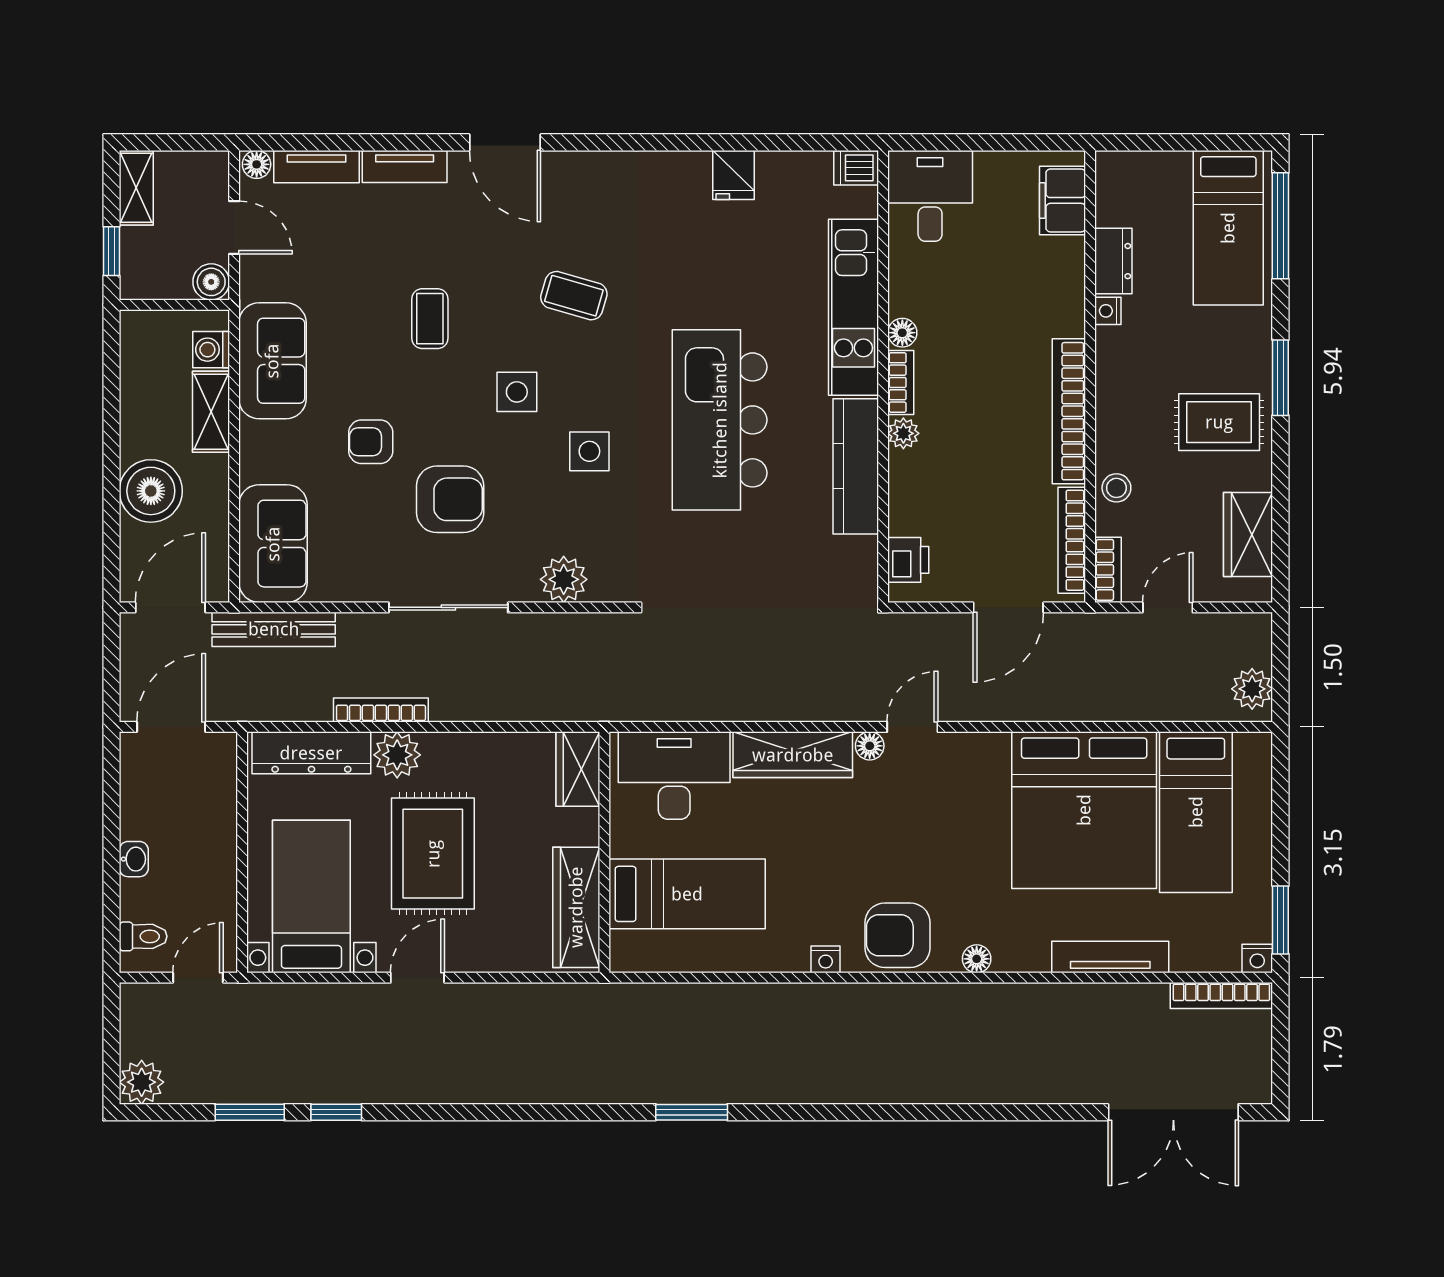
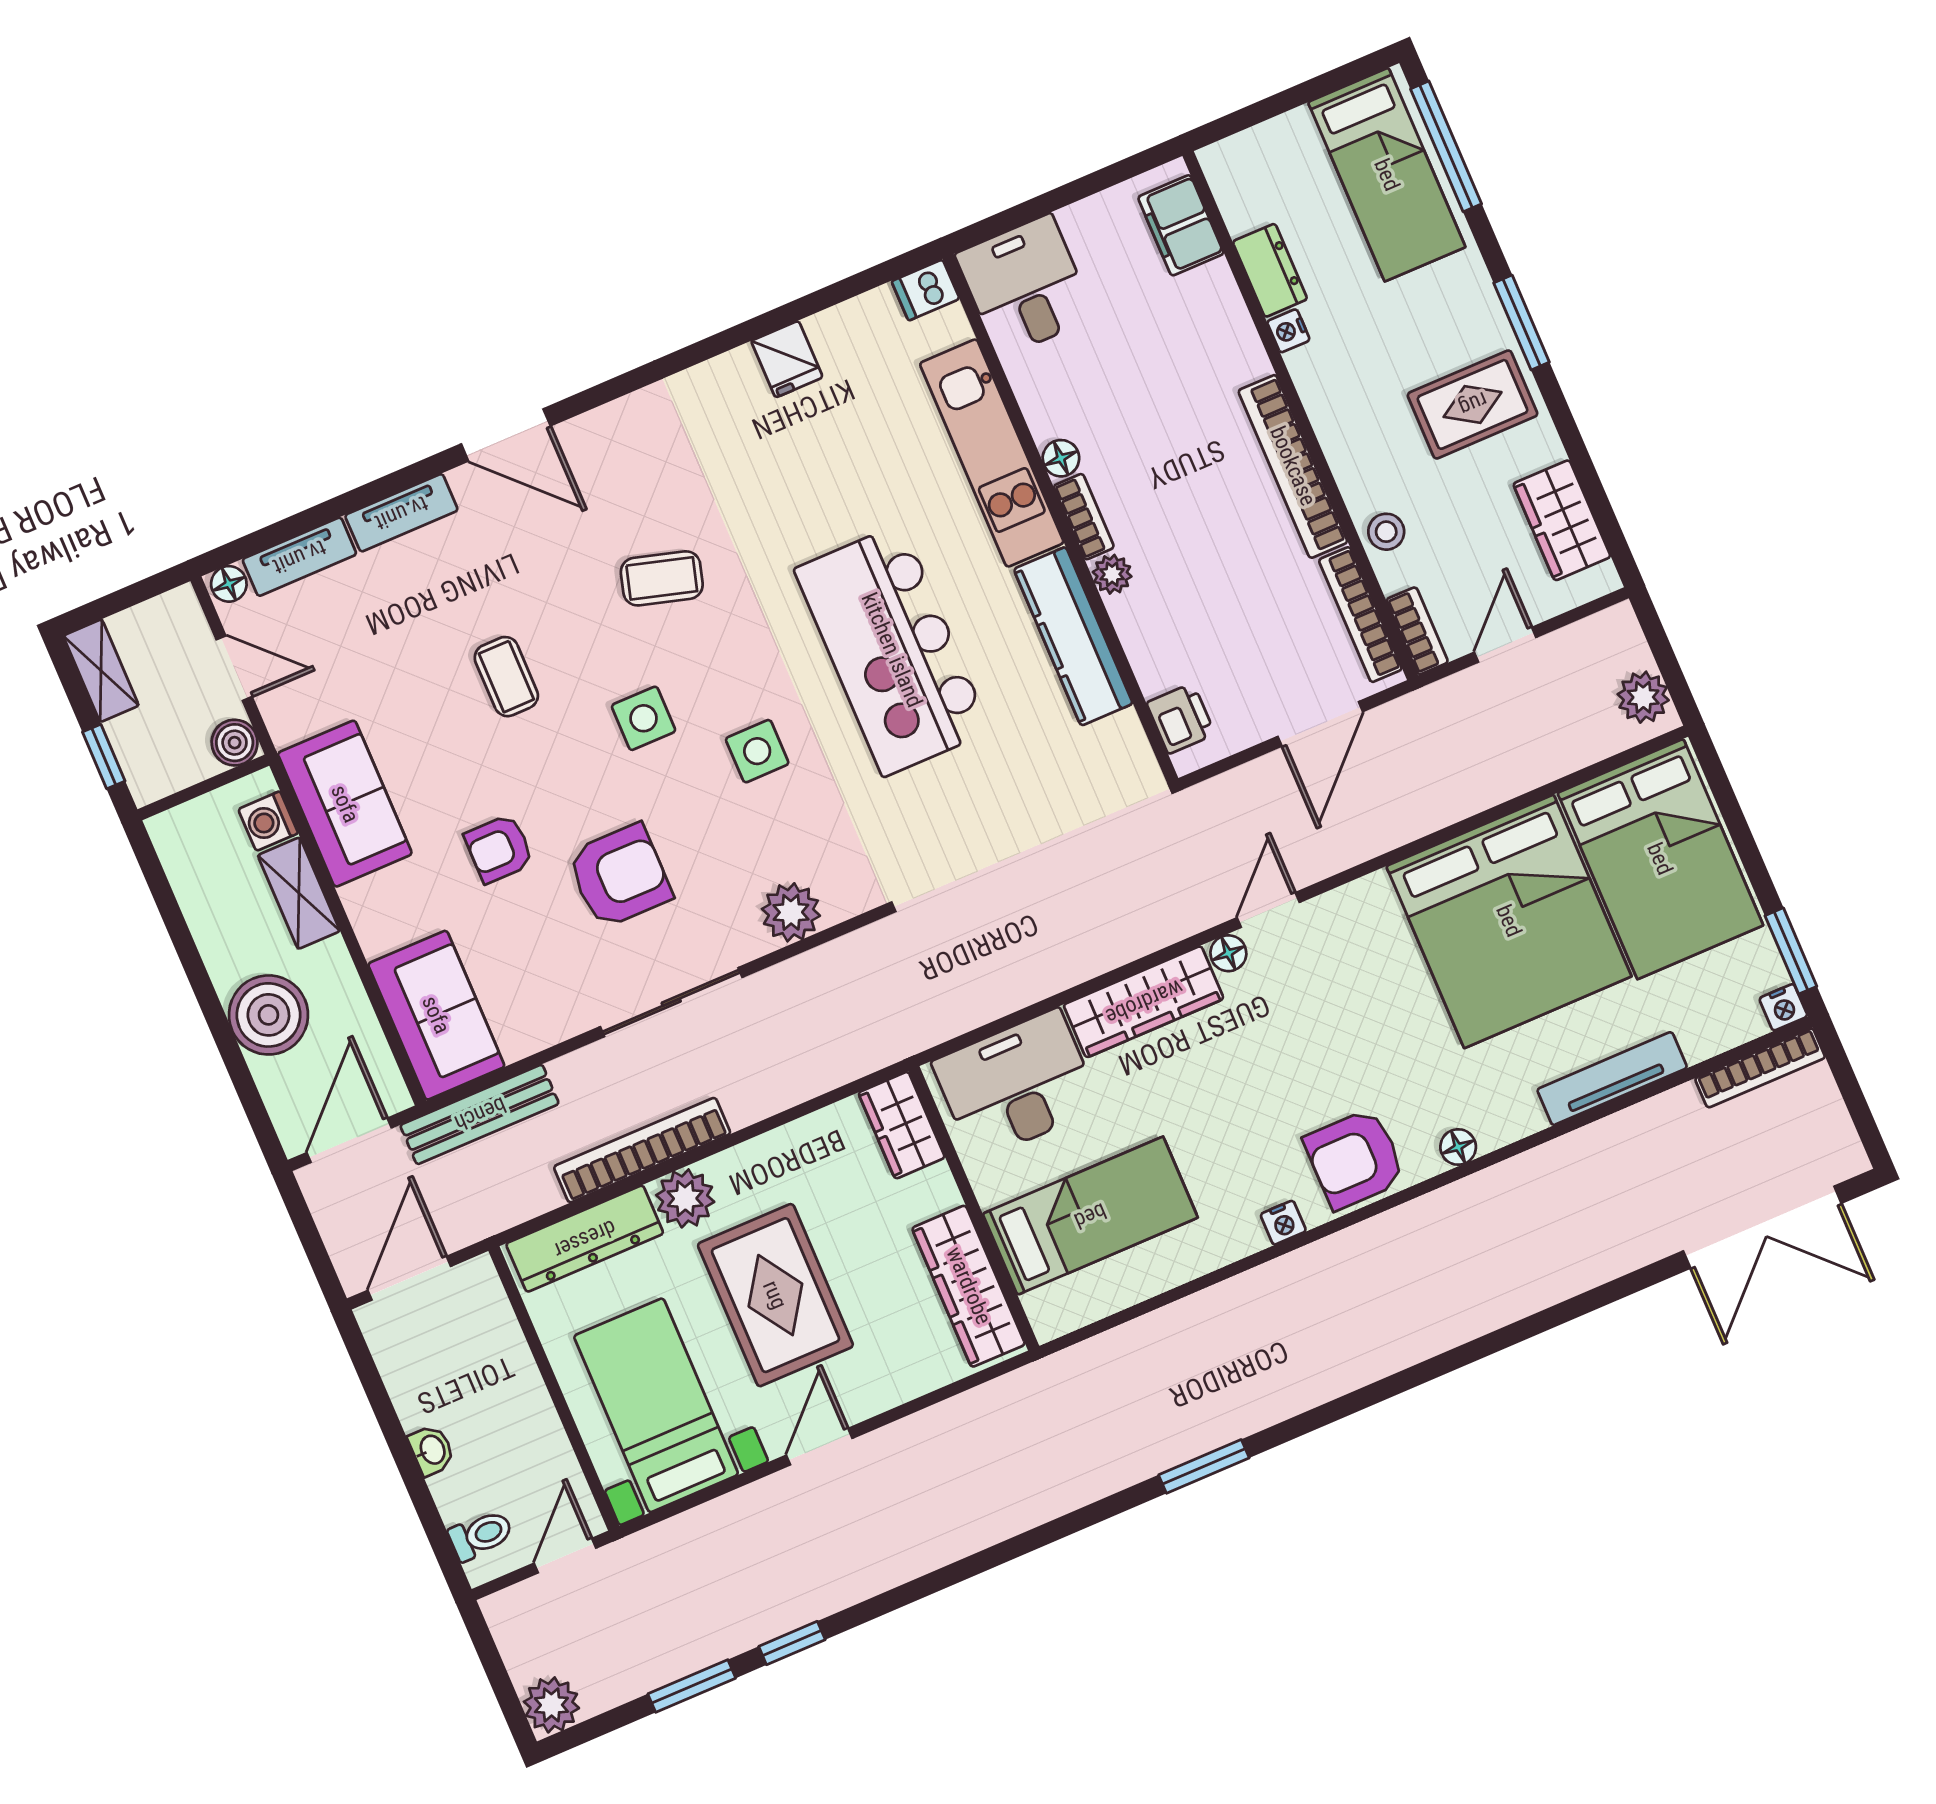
bookcase: (381, 710) -> (642, 1150), width x1.48, depth x1.31
bed: (1196, 812) -> (1660, 859), width x1.50

